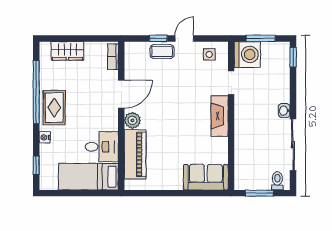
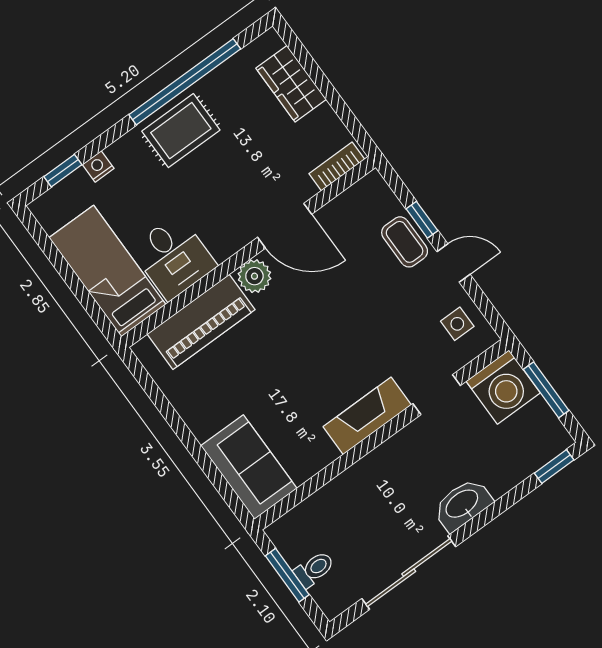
washbasin: (284, 111) -> (462, 504), width x1.91, depth x1.45
nightstand: (45, 137) -> (98, 166), moved
toilet: (277, 181) -> (314, 569), moved

